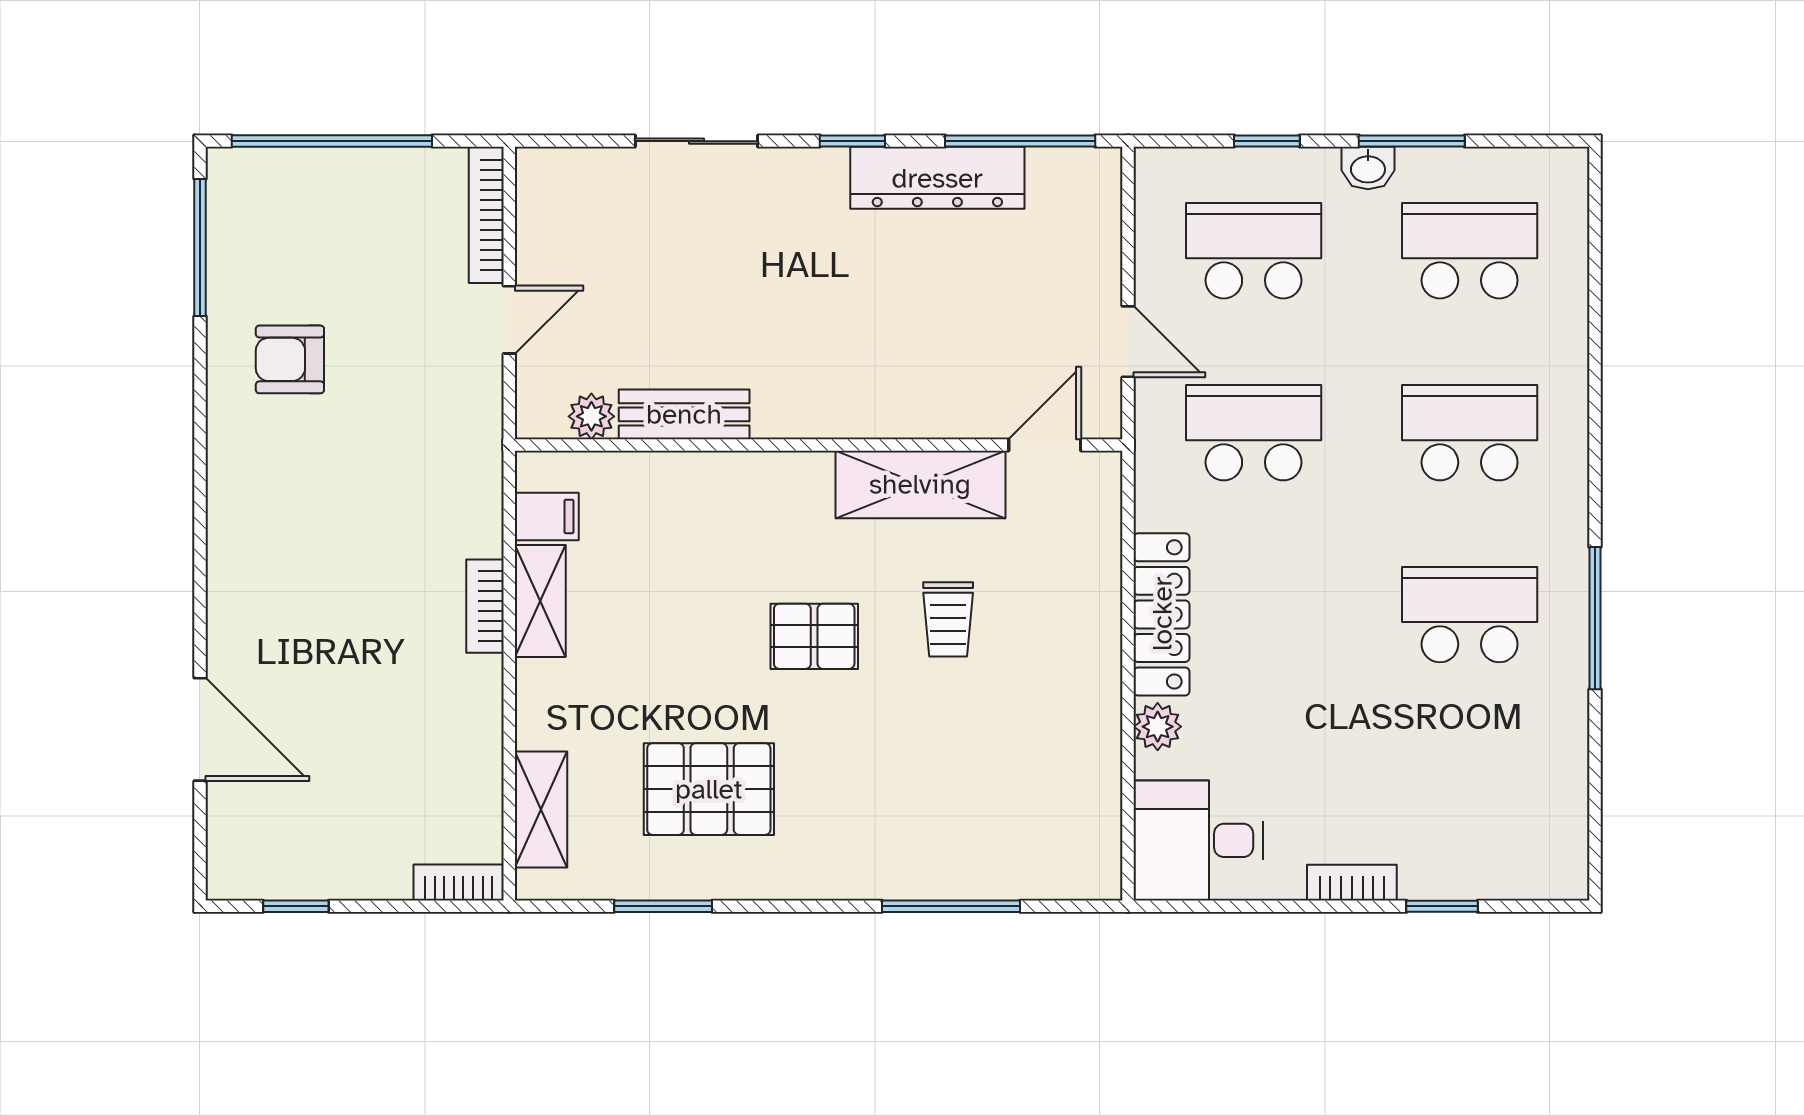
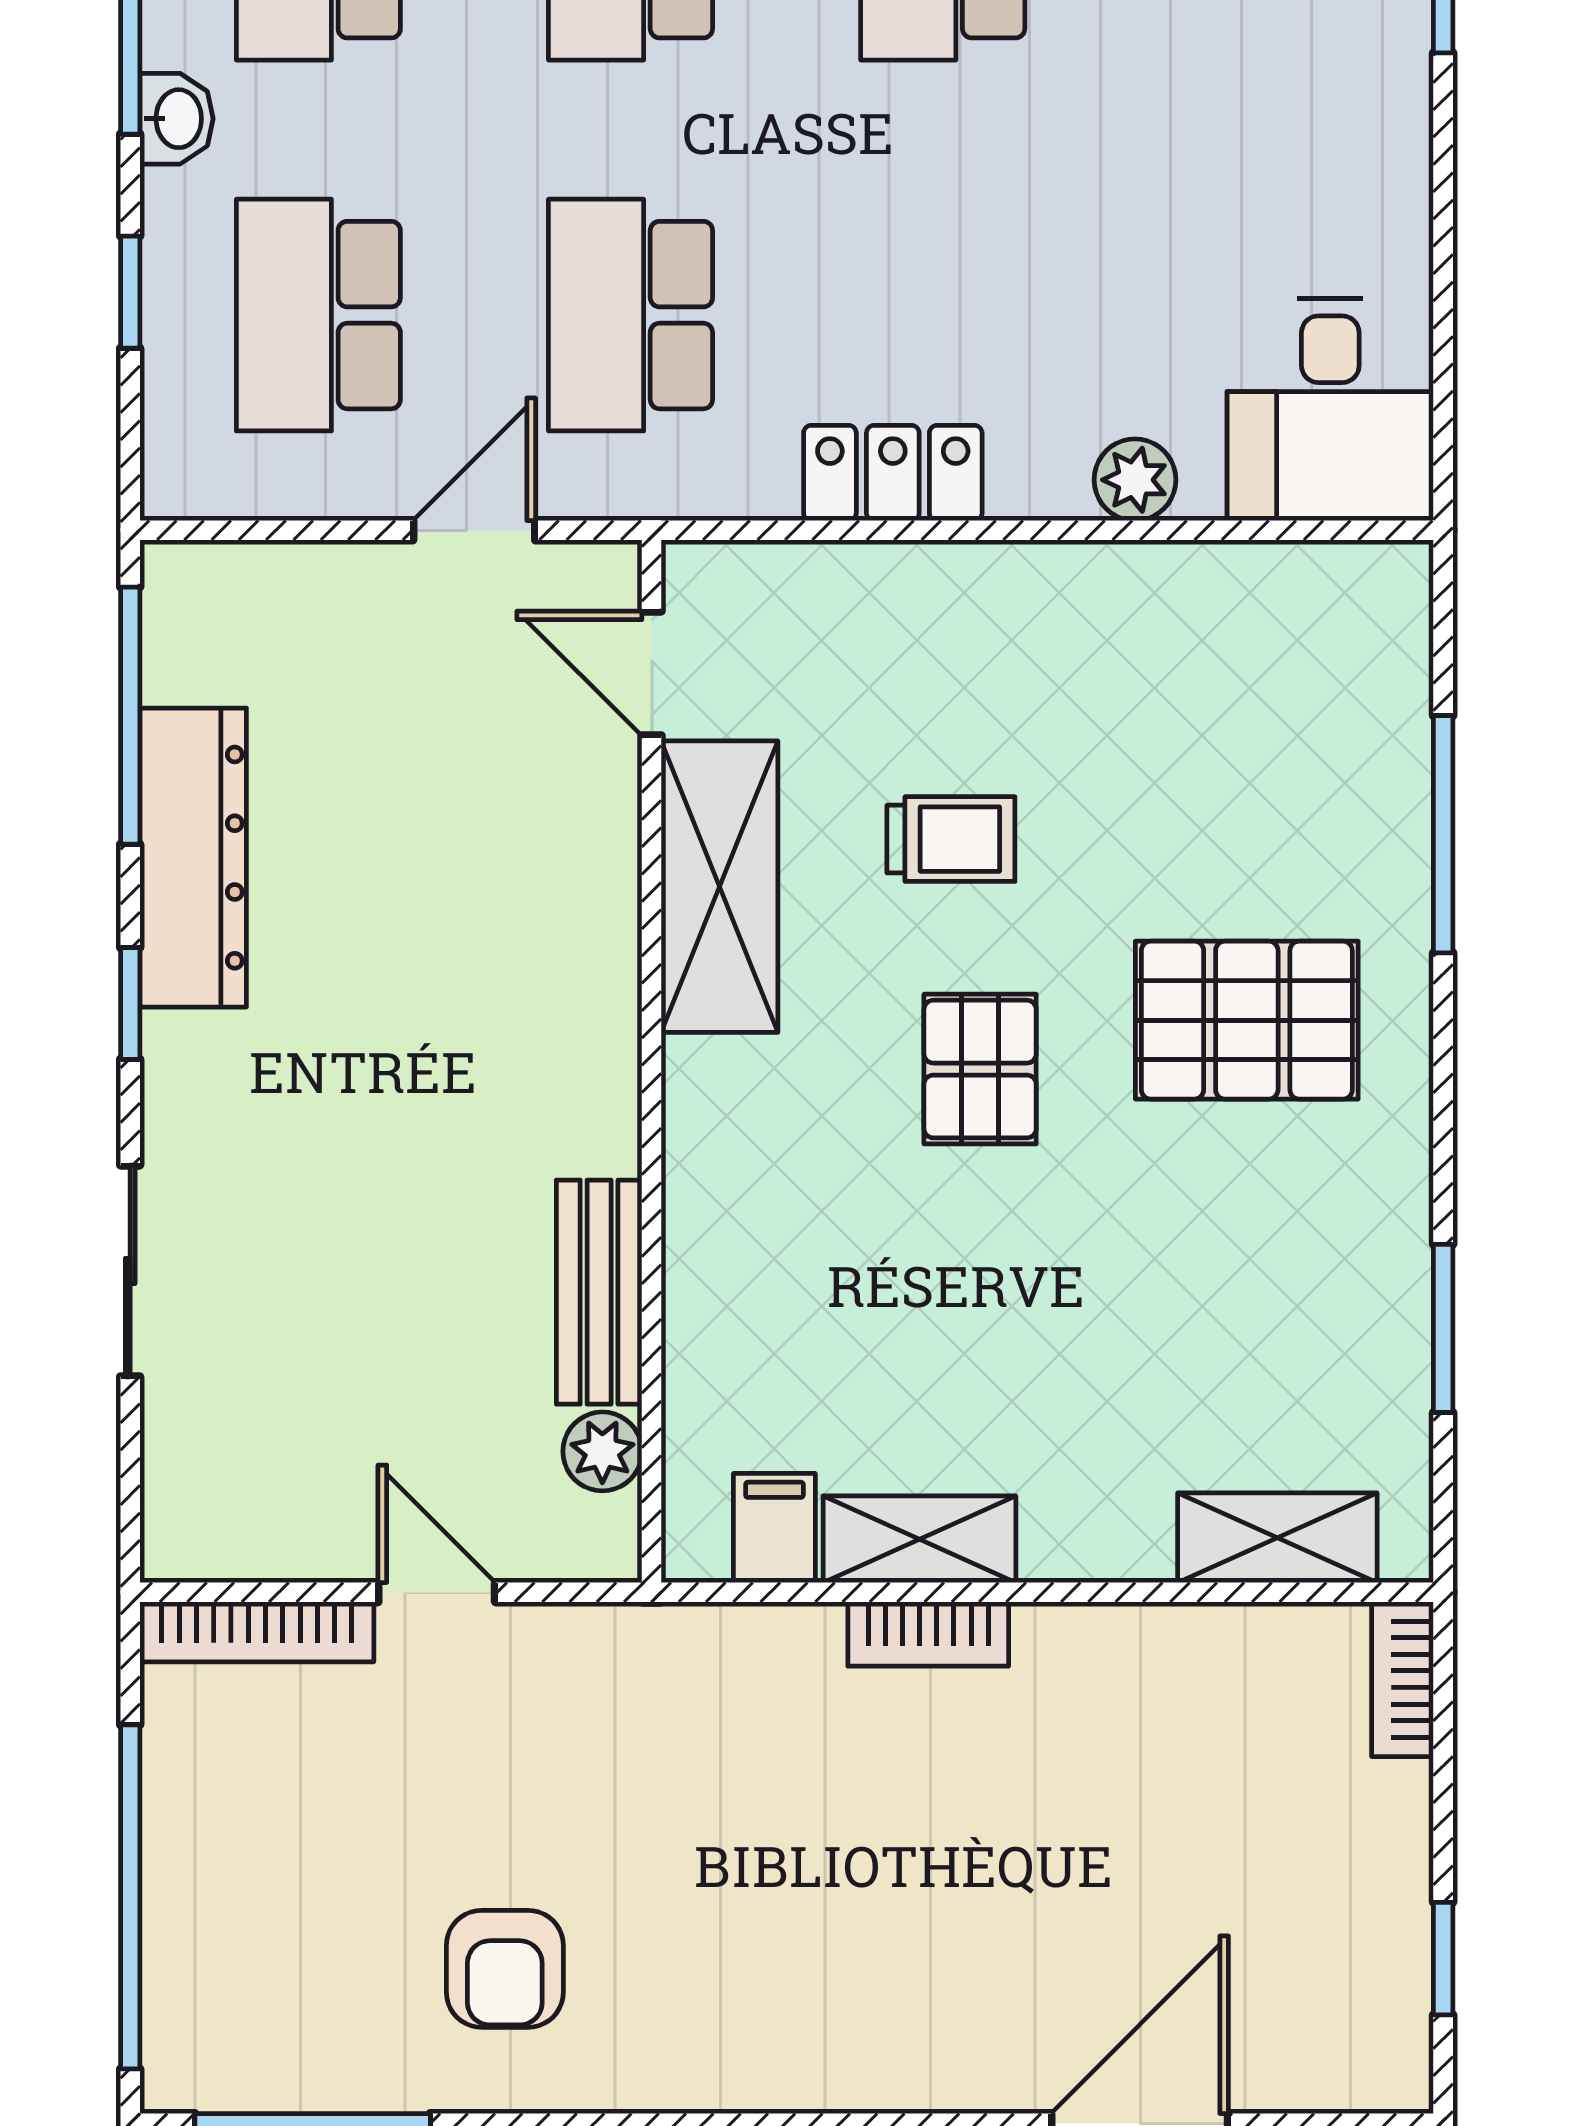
locker: (1162, 614) -> (893, 473), width x0.66
pallet: (709, 789) -> (1247, 1020), moved, turned 90
bookcase: (1352, 883) -> (1403, 146), removed

